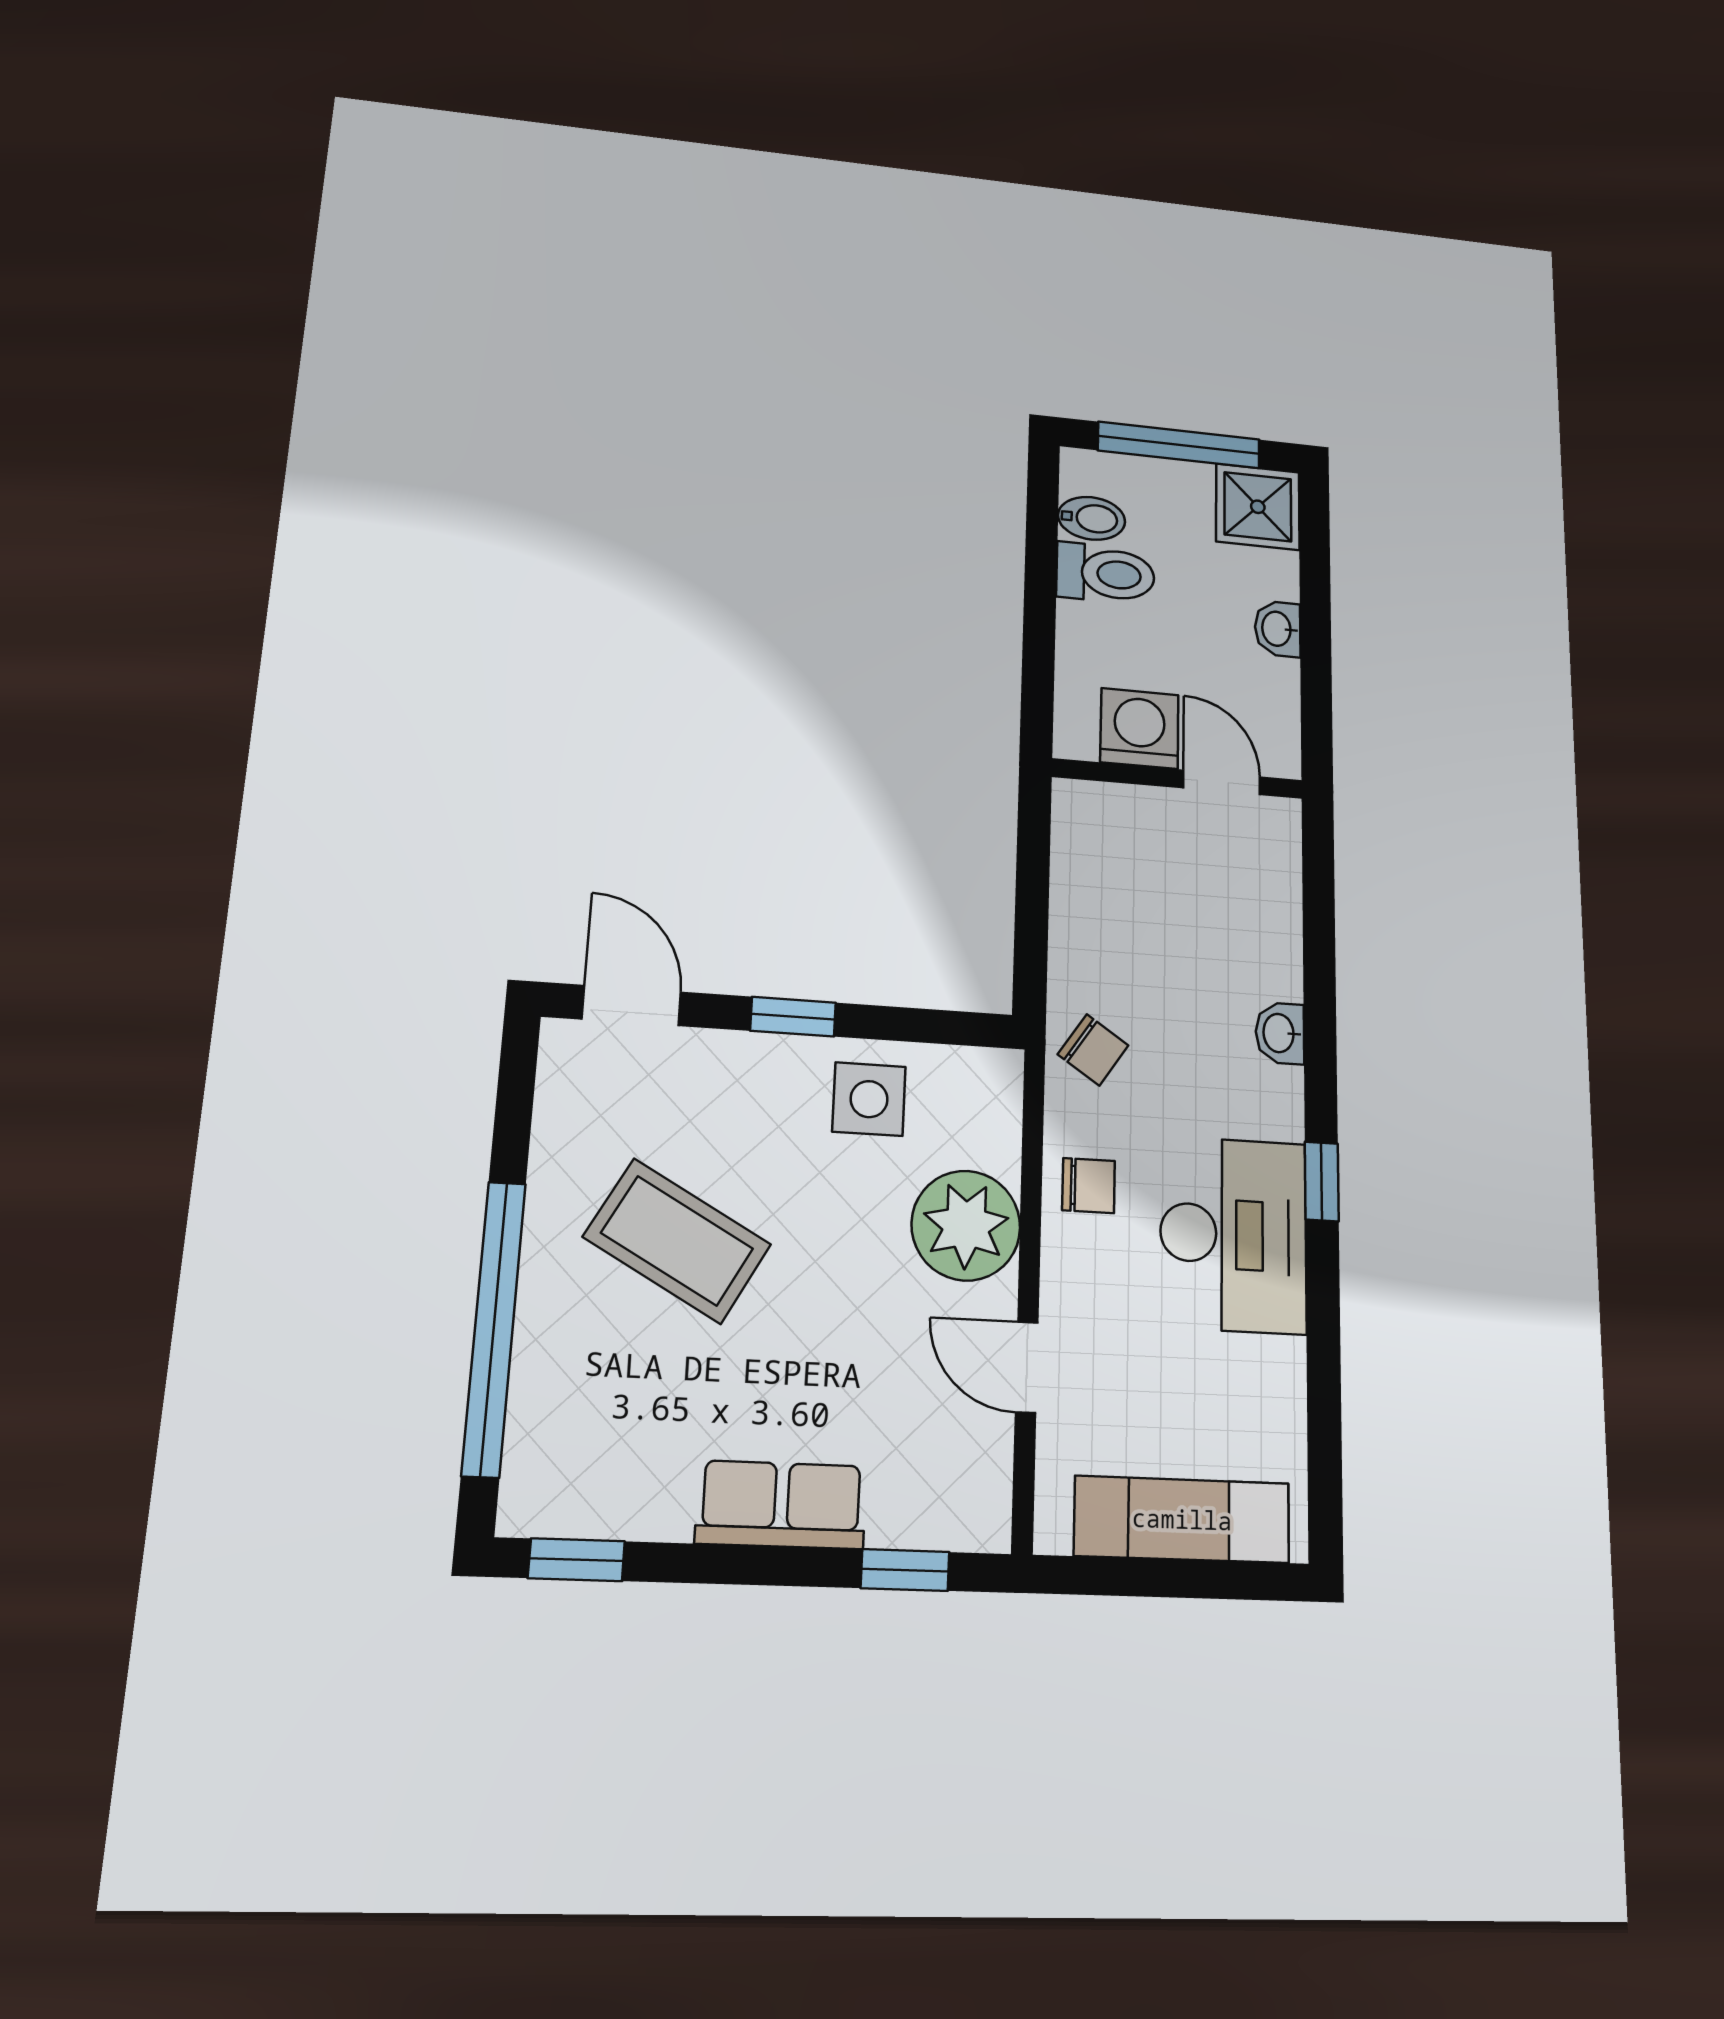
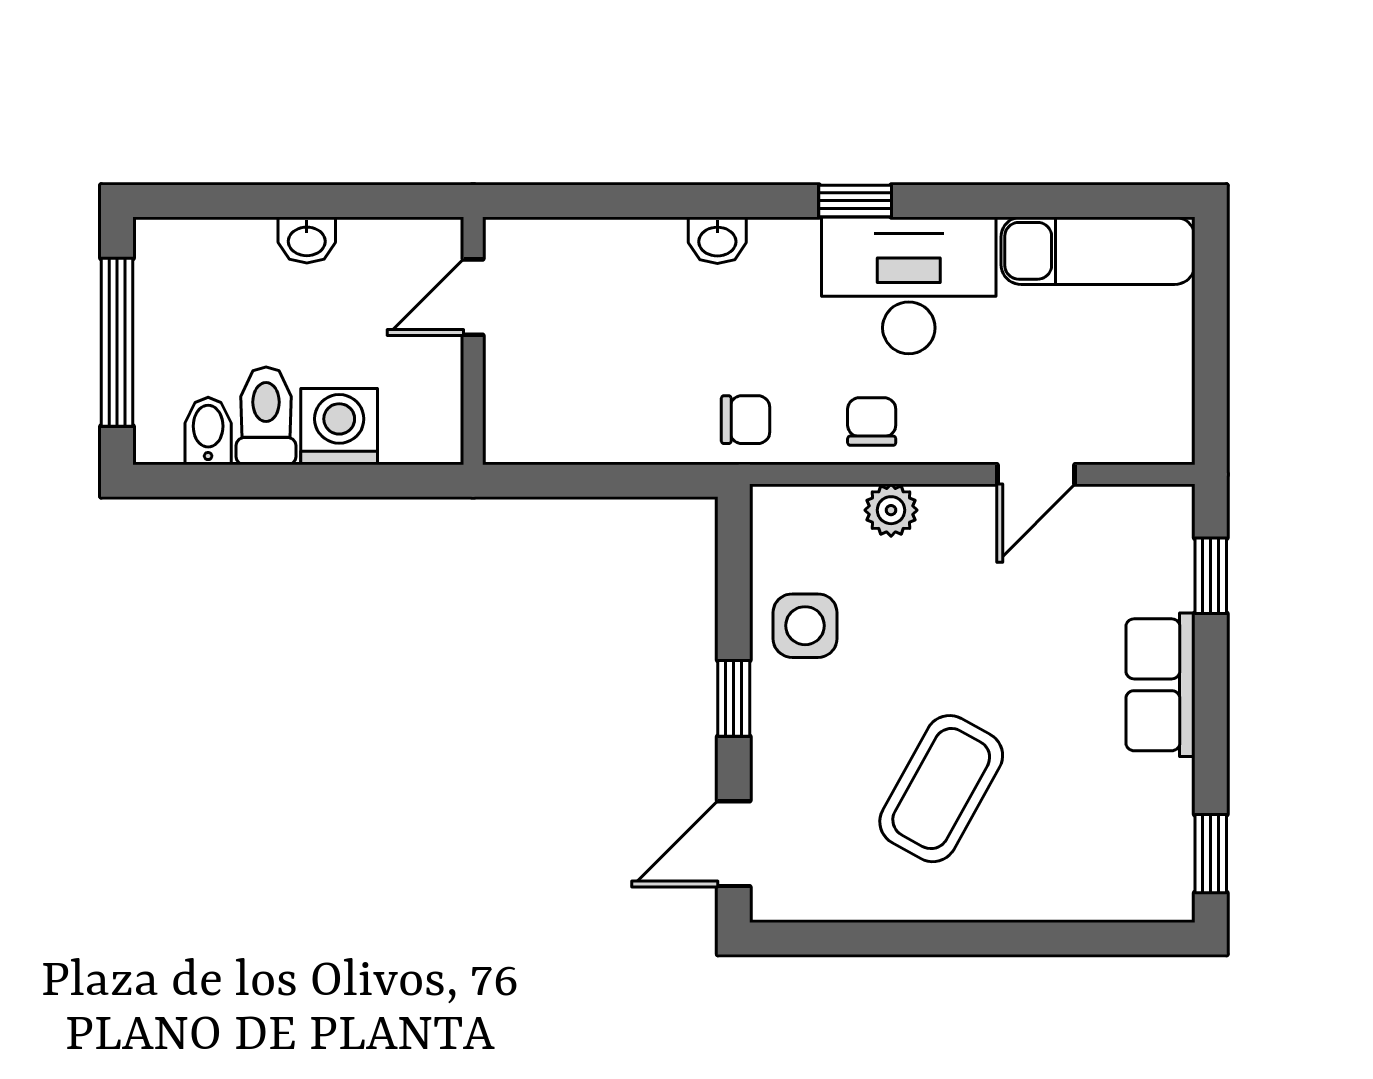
shower: (1258, 507) -> (176, 260), removed
washing machine: (1139, 728) -> (339, 427), moved, turned 90
chair: (1093, 1050) -> (746, 420), turned 56
plant: (966, 1225) -> (891, 510), width x0.53, depth x0.53
window: (494, 1328) -> (1023, 939), removed
exam couch: (1182, 1519) -> (1098, 251), moved, turned -90

